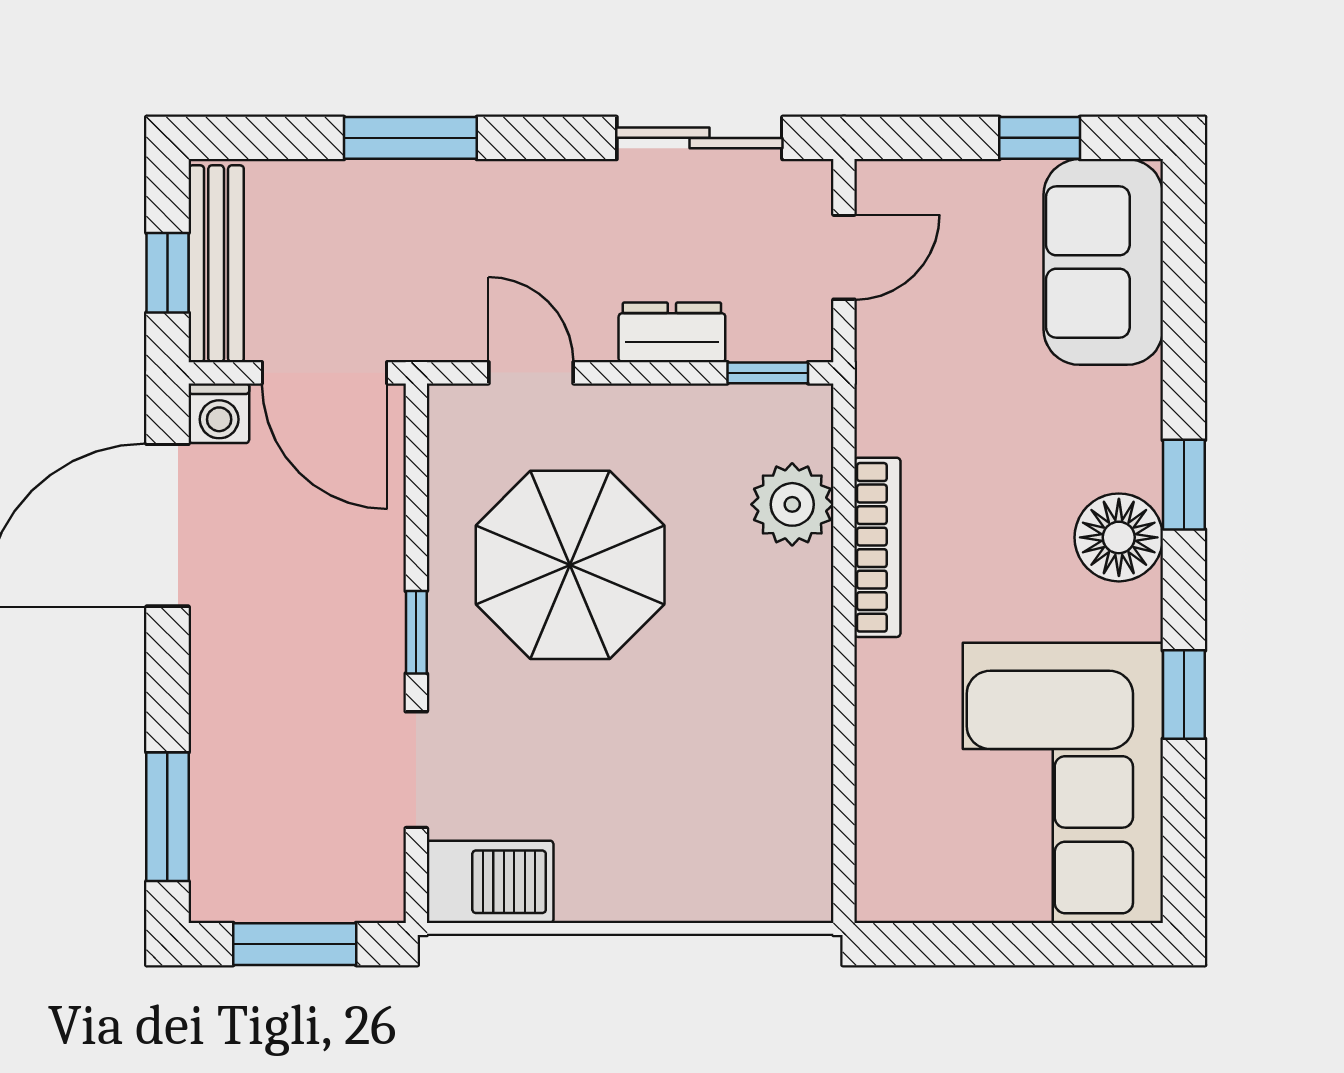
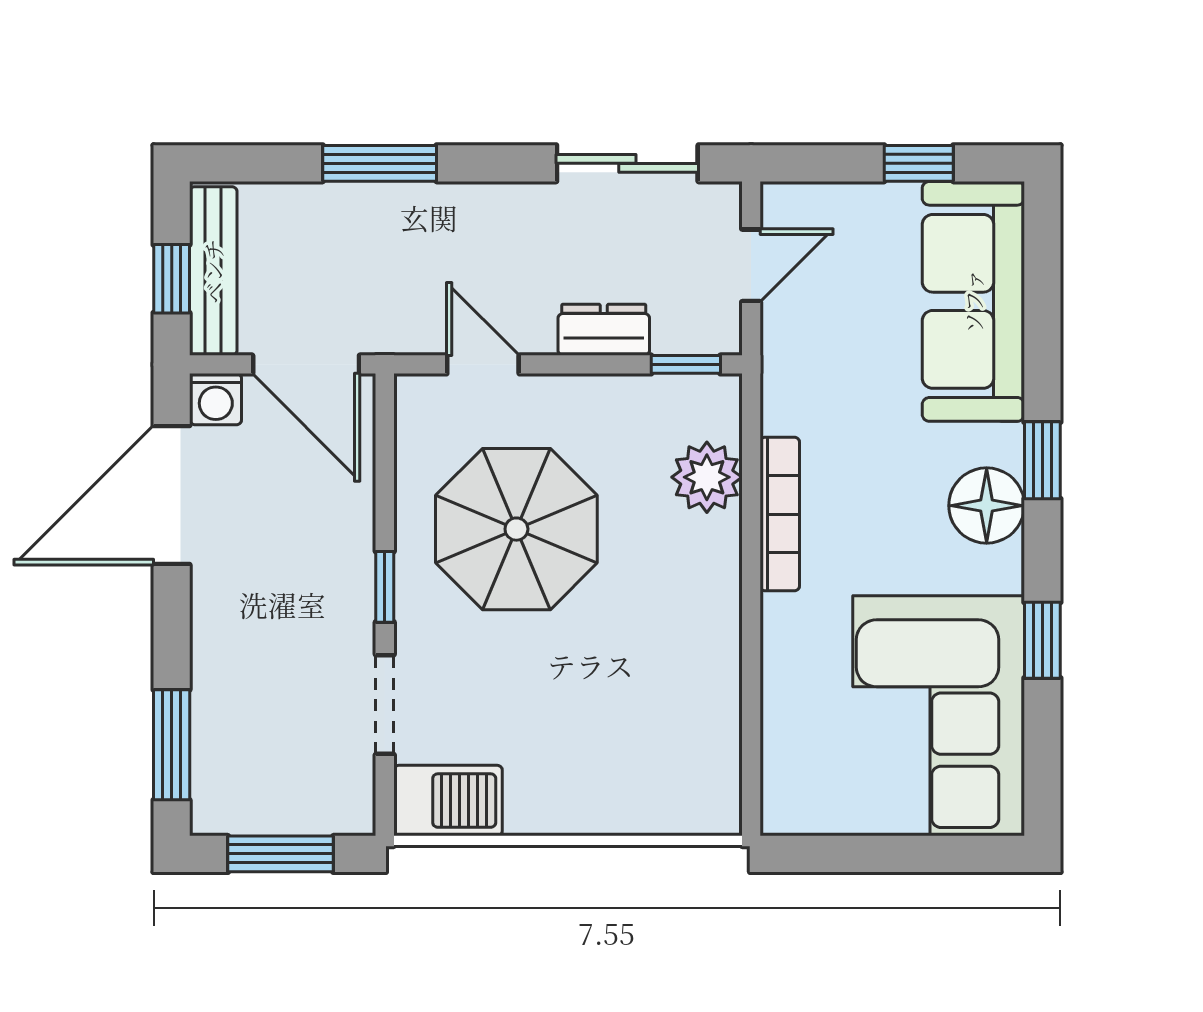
sofa: (1103, 262) -> (973, 301), width x1.36

